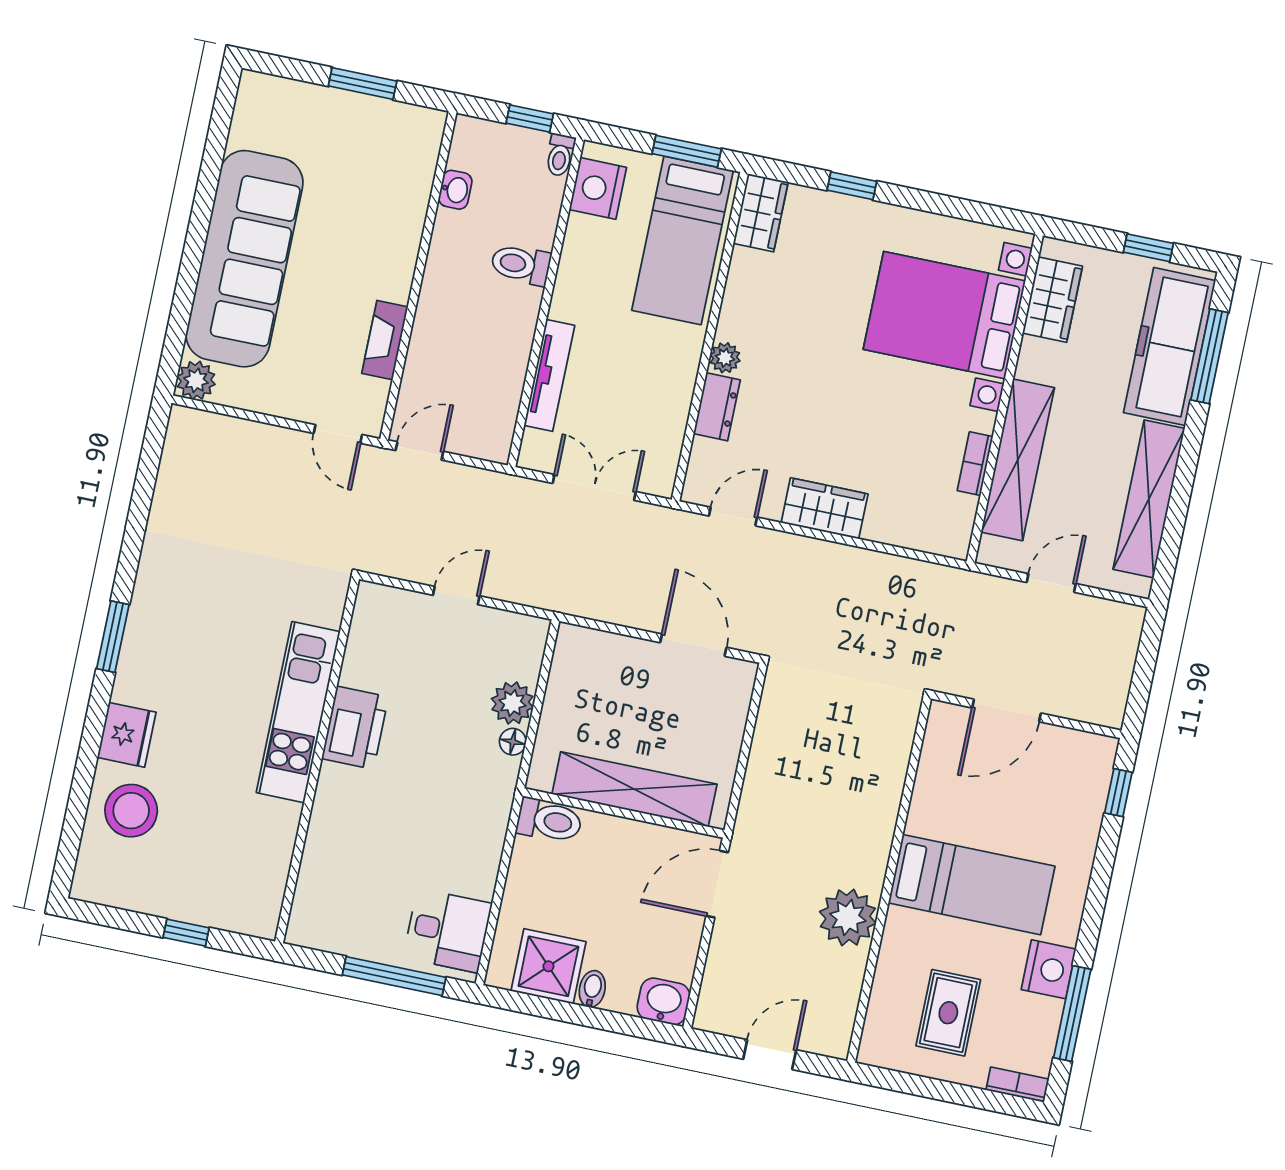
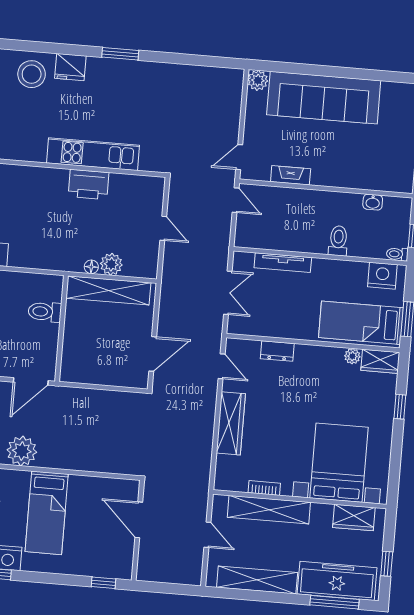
plant: (725, 358) -> (352, 356), moved
wardrobe: (825, 508) -> (231, 423), width x1.50
shelving: (634, 789) -> (108, 290), moved, turned 90
toilet: (549, 821) -> (45, 312), moved, turned 90
door: (717, 884) -> (31, 381), swing flipped

